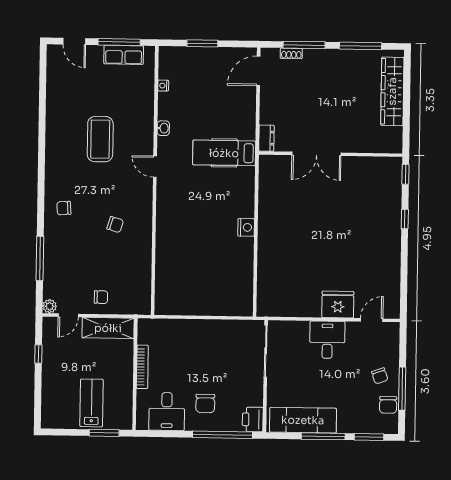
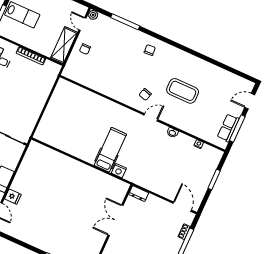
hospital bed: (224, 153) -> (110, 150), moved
chair: (115, 225) -> (145, 94), moved
nightstand: (246, 227) -> (119, 171), moved
fridge: (338, 305) -> (13, 197), width x0.53, depth x0.75

